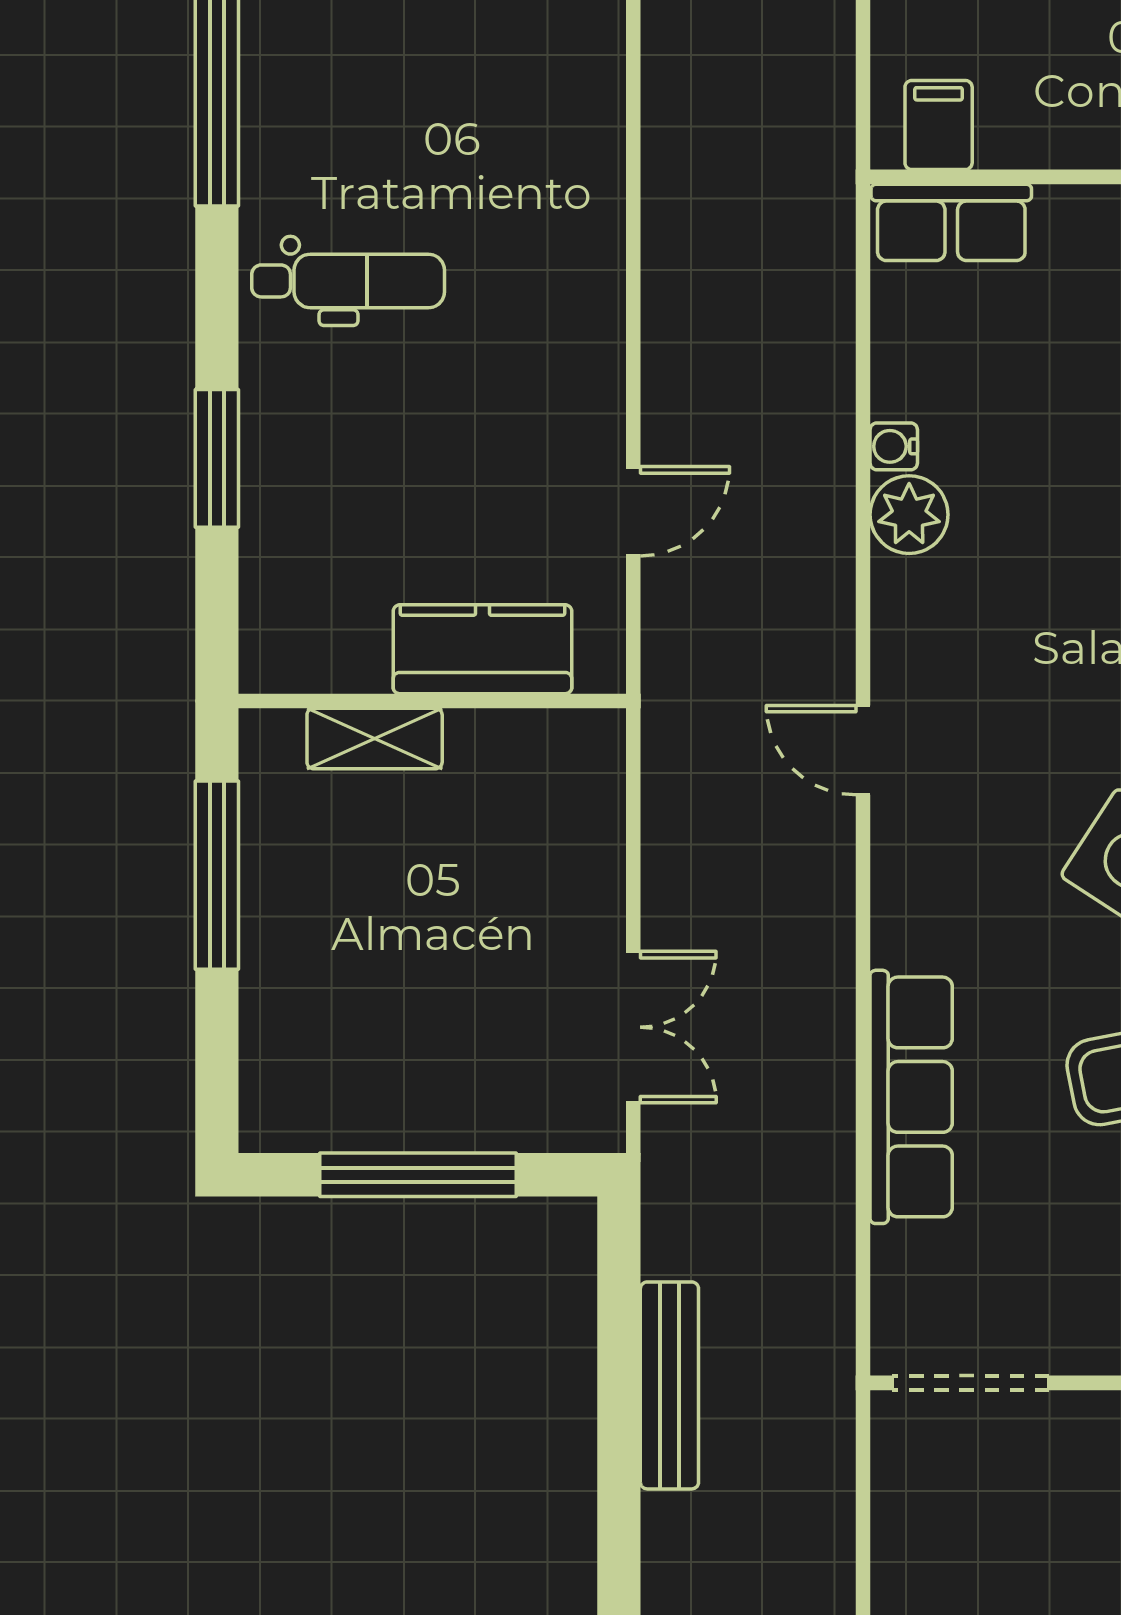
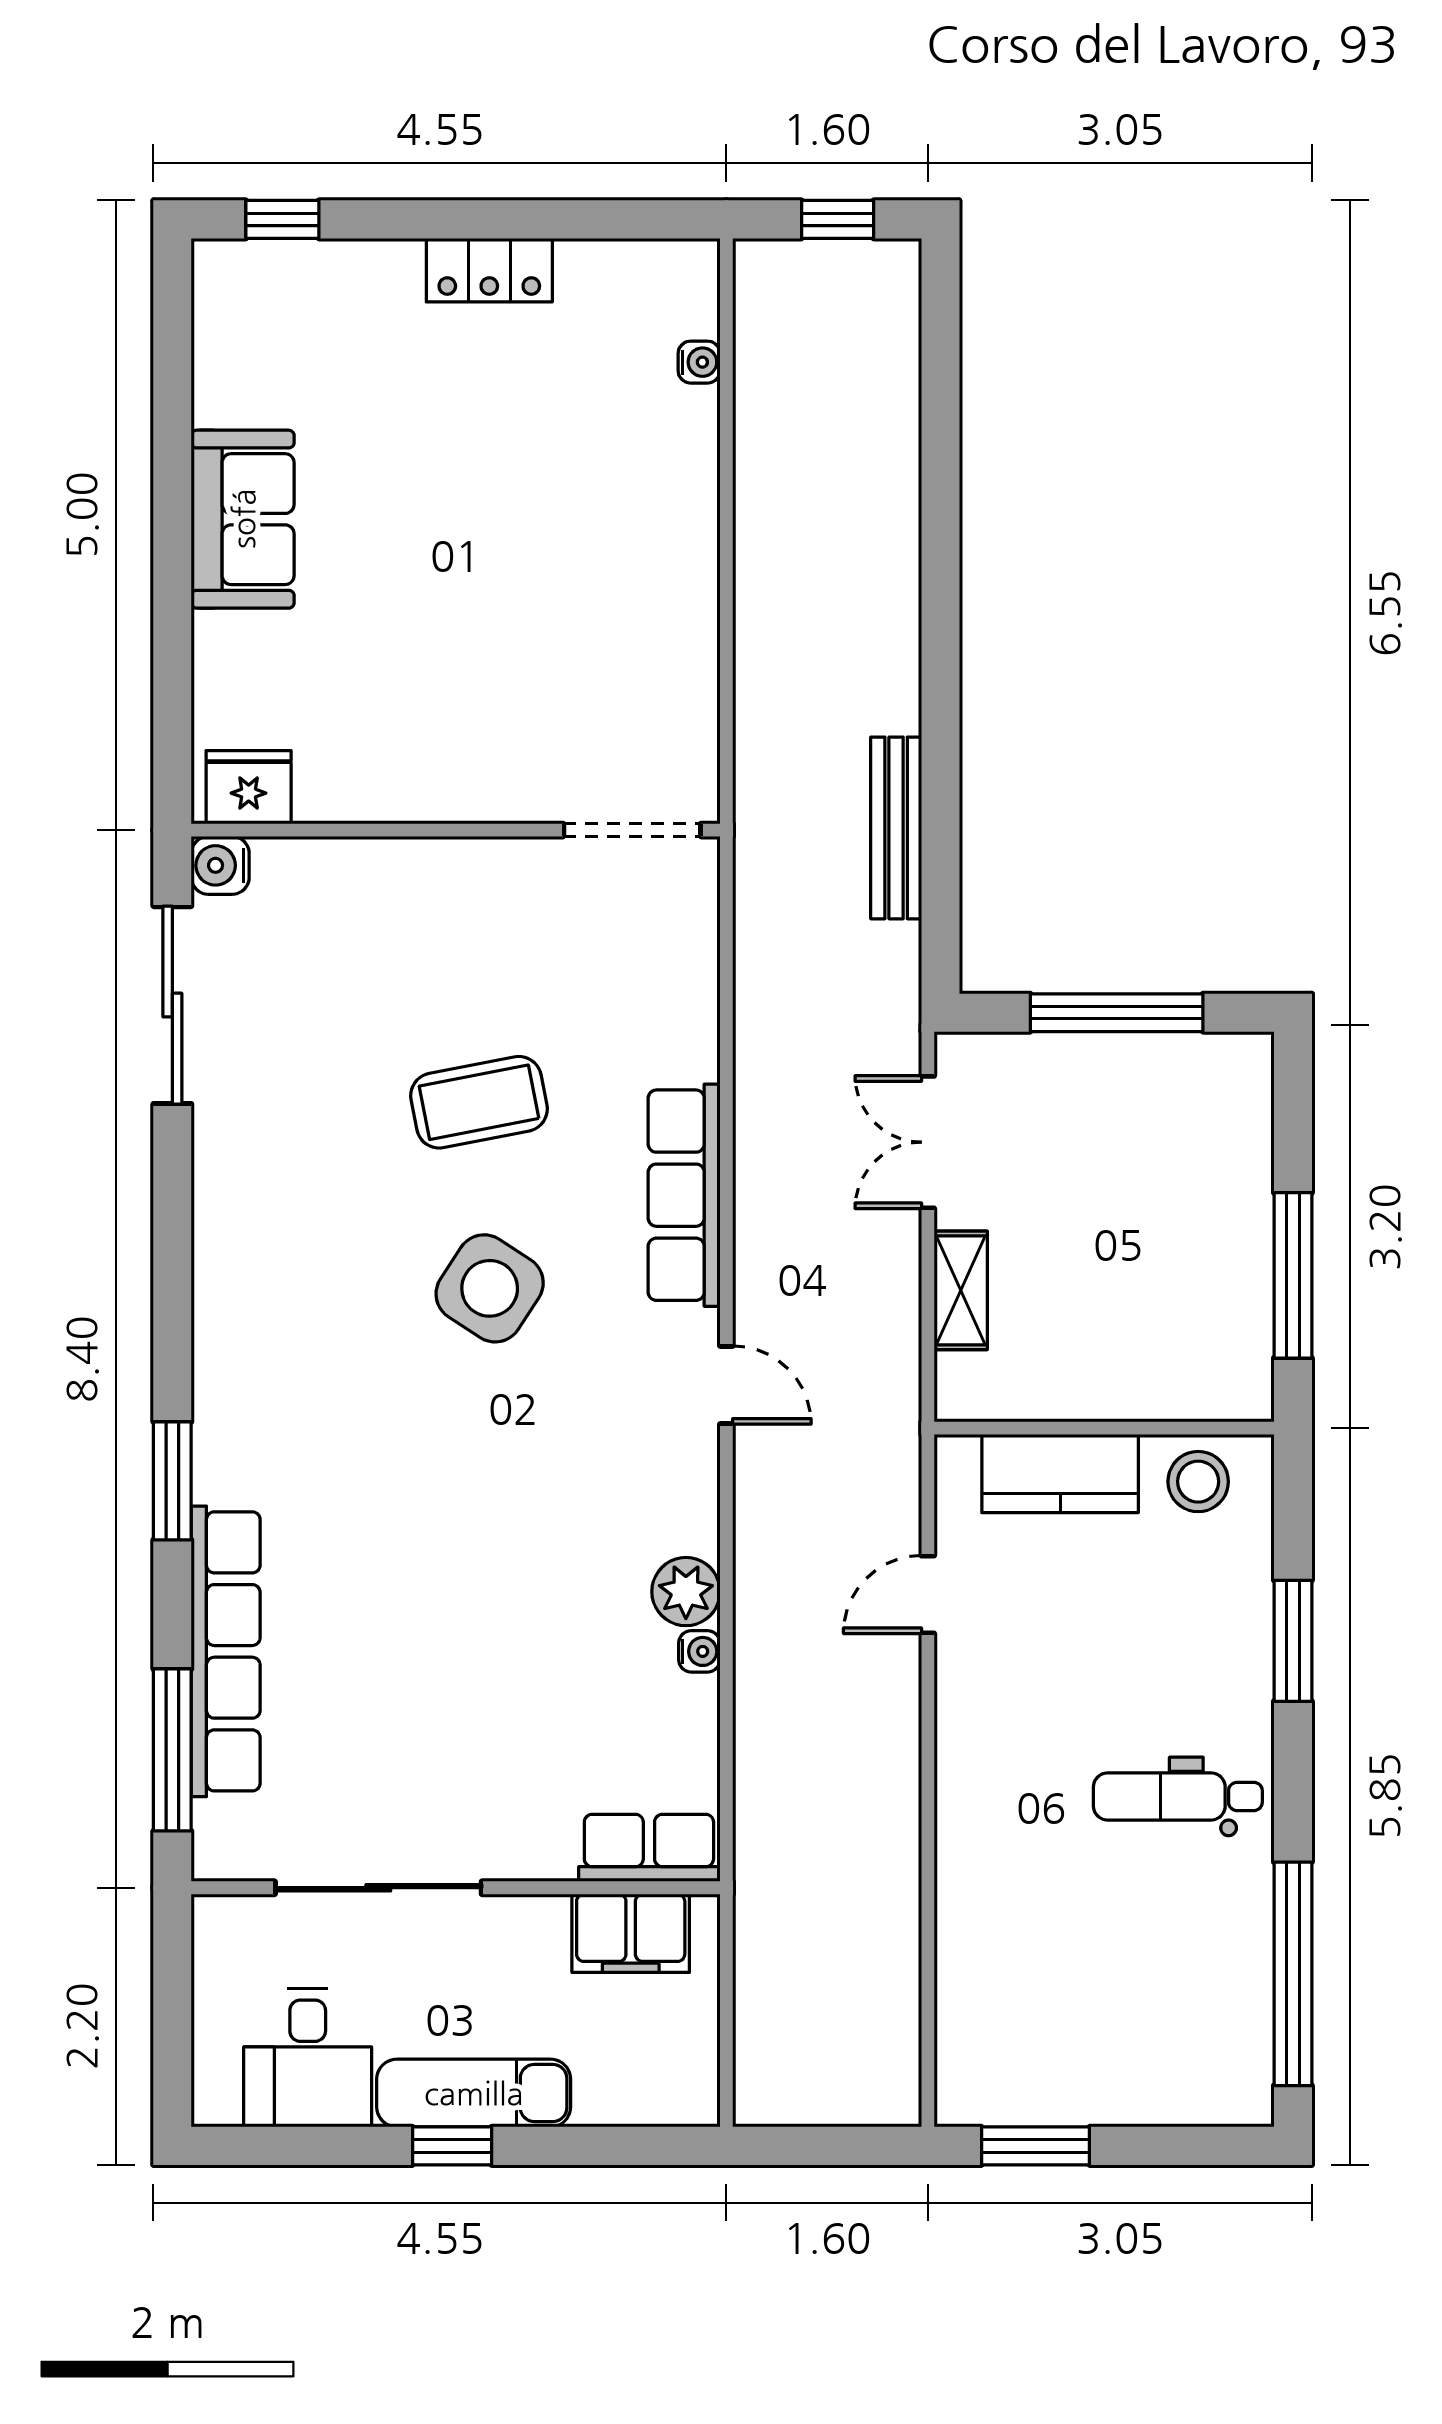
filing cabinet: (939, 125) -> (631, 1933), width x2.00
stool: (325, 640) -> (1198, 1482), added
shelving: (375, 738) -> (961, 1290), moved, turned 90
row of seats: (911, 1097) -> (684, 1195), moved

